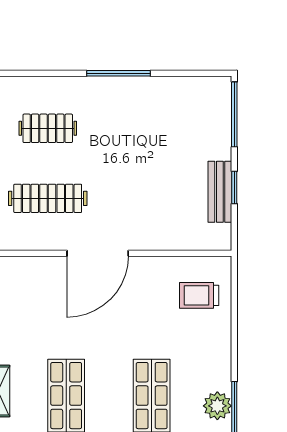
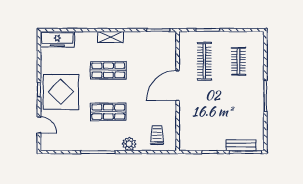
bench: (220, 192) -> (241, 145), moved
door: (98, 253) -> (178, 86), hinge flipped
plant: (217, 406) -> (129, 144), moved

